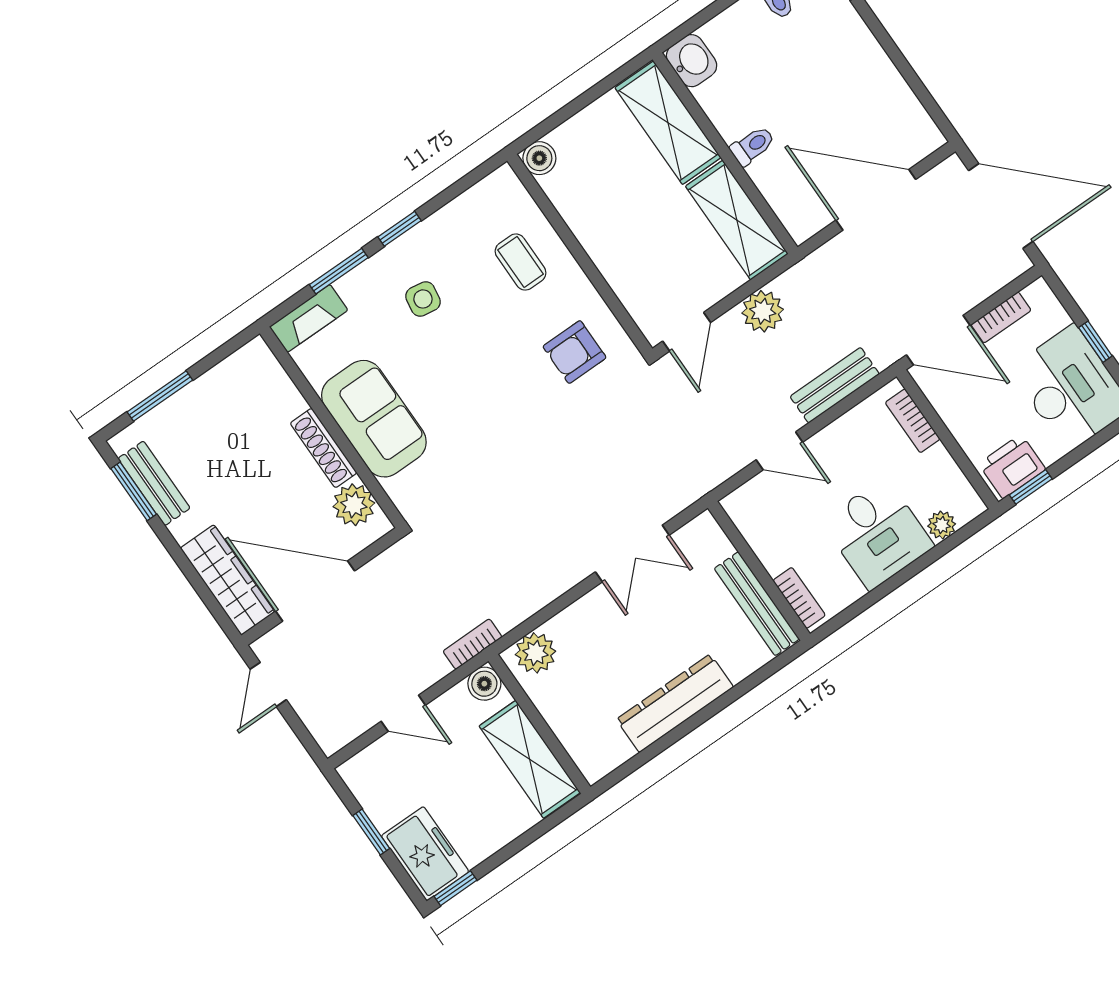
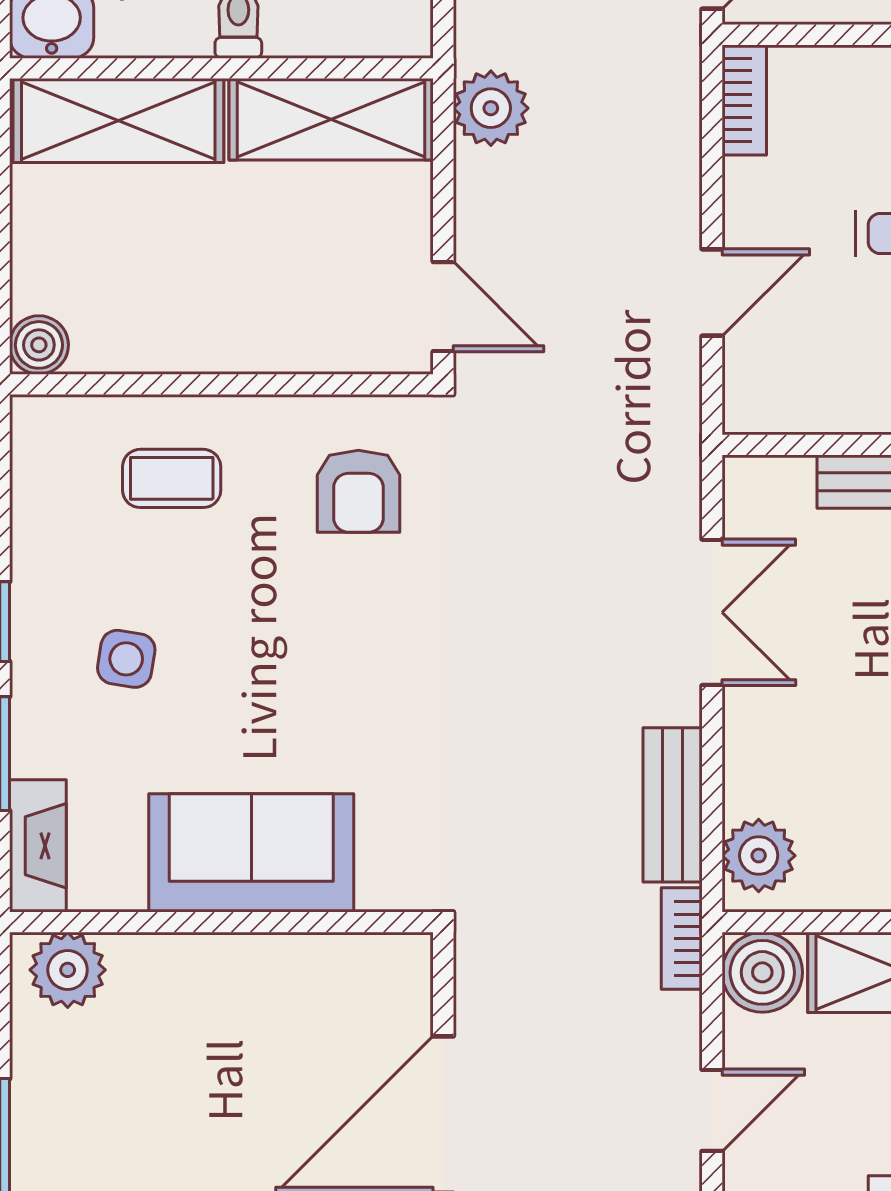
plant: (763, 311) -> (491, 108), moved
bench: (835, 385) -> (673, 805), moved
bookcase: (913, 421) -> (744, 100), moved, turned -90
shoe rack: (324, 448) -> (243, 956), removed
plant: (354, 505) -> (68, 970), moved
boiler: (484, 684) -> (762, 972), width x1.36, depth x1.36

